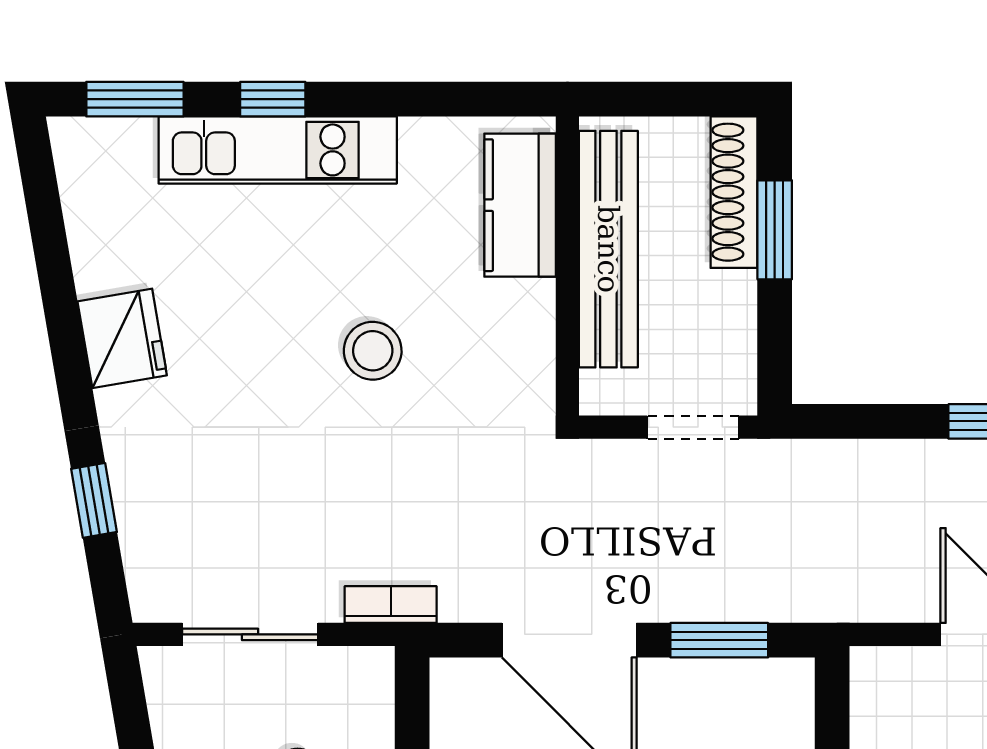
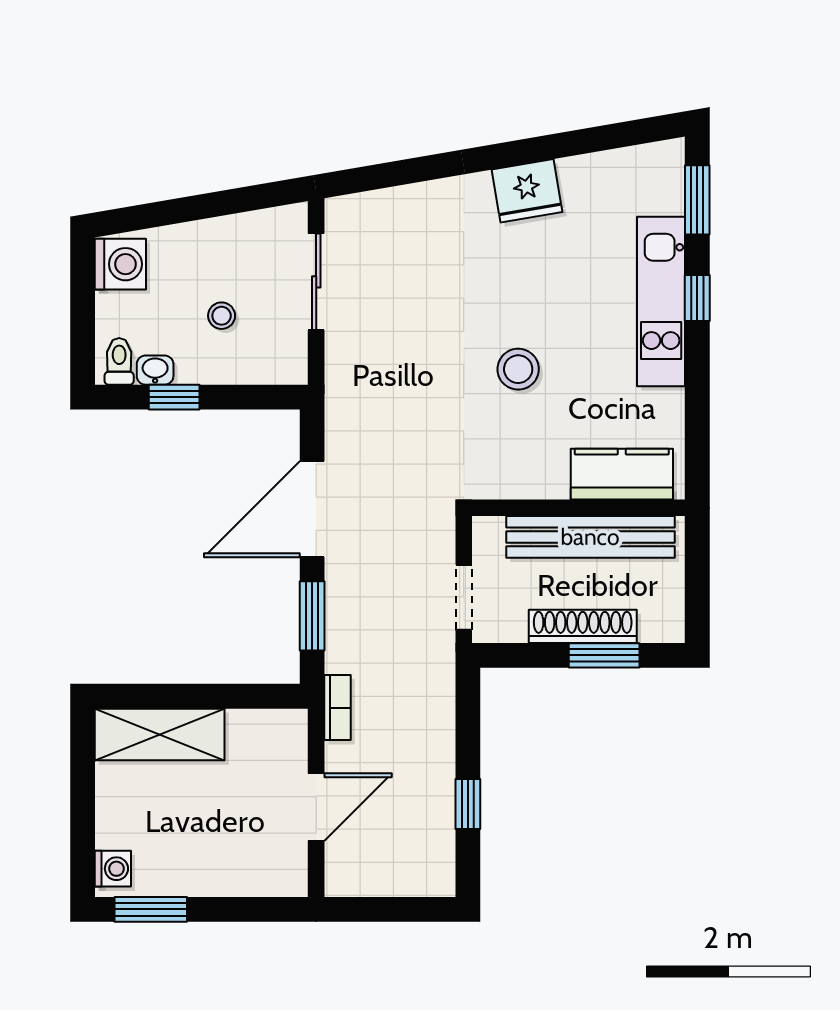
shoe rack: (734, 192) -> (583, 626), moved
window: (94, 500) -> (412, 171), removed
bookcase: (391, 605) -> (337, 708), moved

